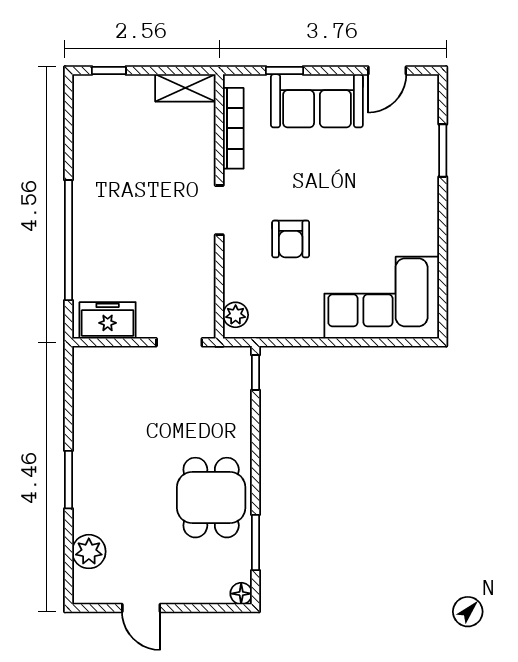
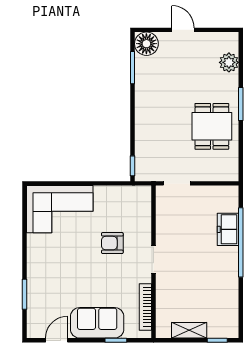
shelving: (185, 88) -> (189, 330), moved
armchair: (291, 239) -> (112, 243), turned -90
plant: (236, 315) -> (144, 199), removed
freezer: (108, 320) -> (228, 229), moved, turned 90
dining table: (211, 498) -> (212, 126), moved
floor lamp: (241, 594) -> (146, 44), width x1.89, depth x1.89
door: (141, 608) -> (183, 30), moved

